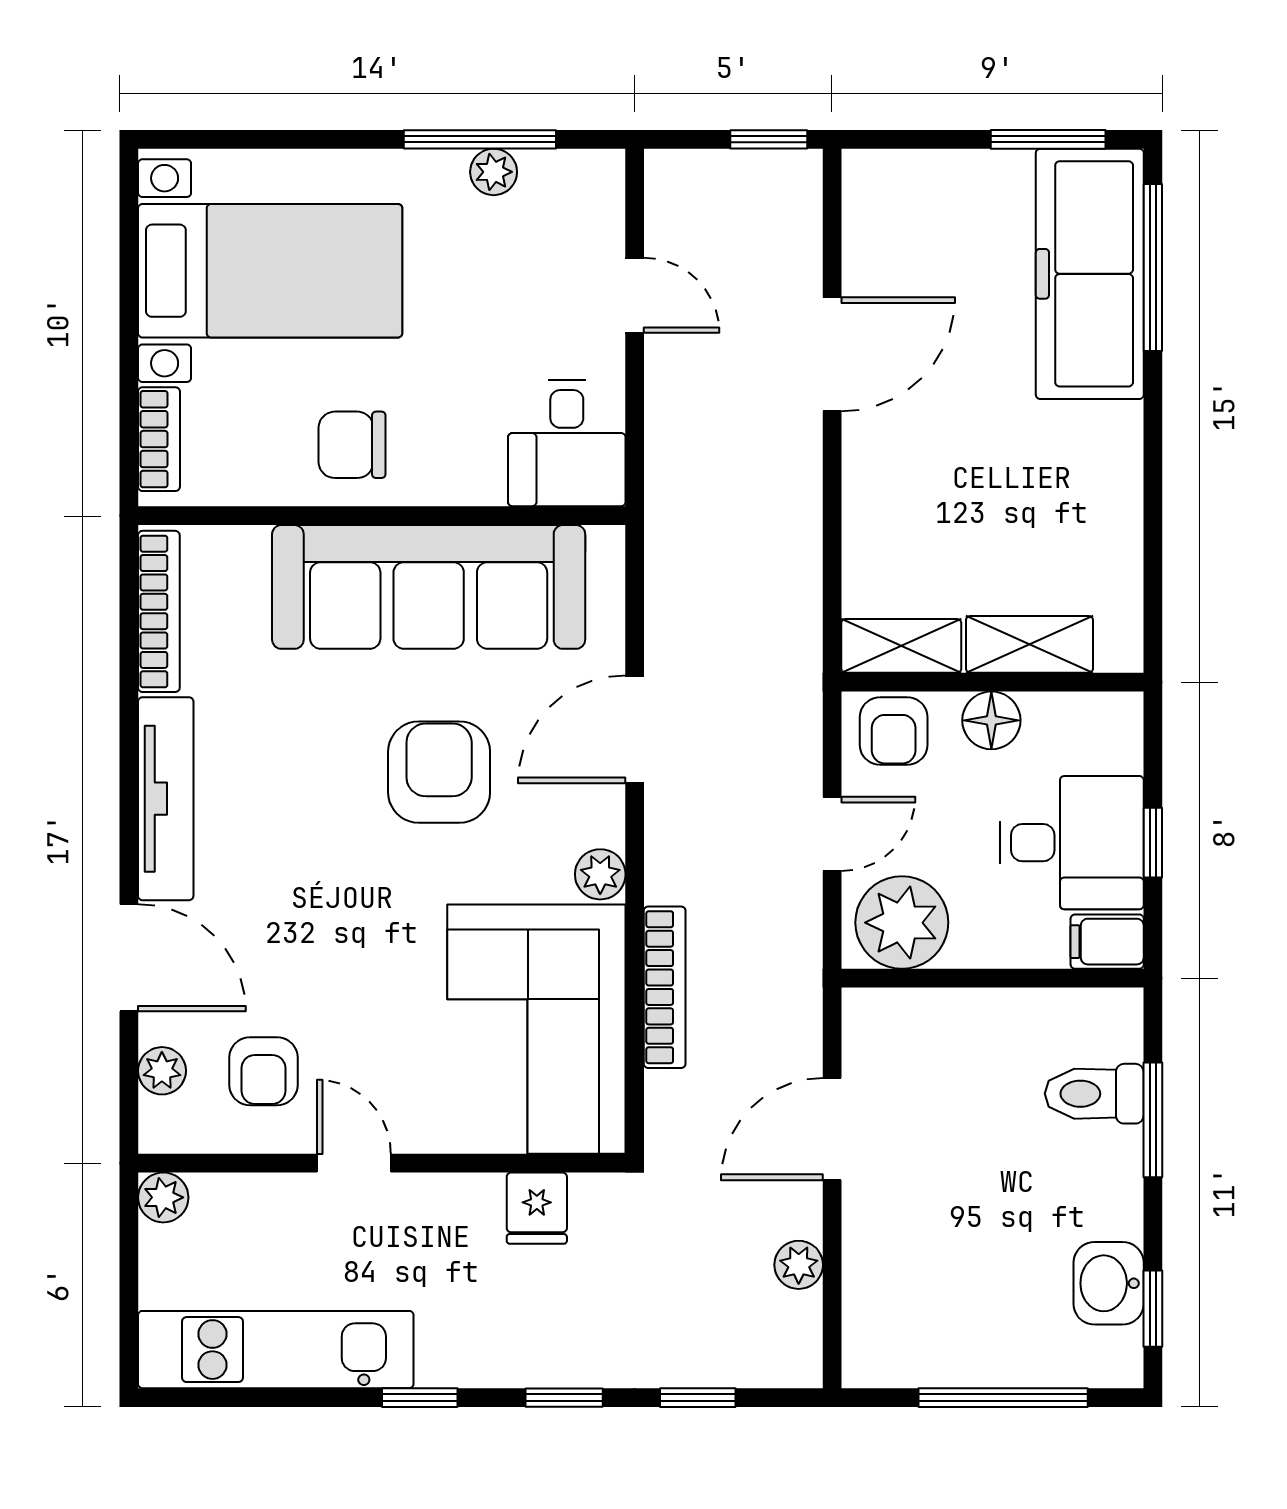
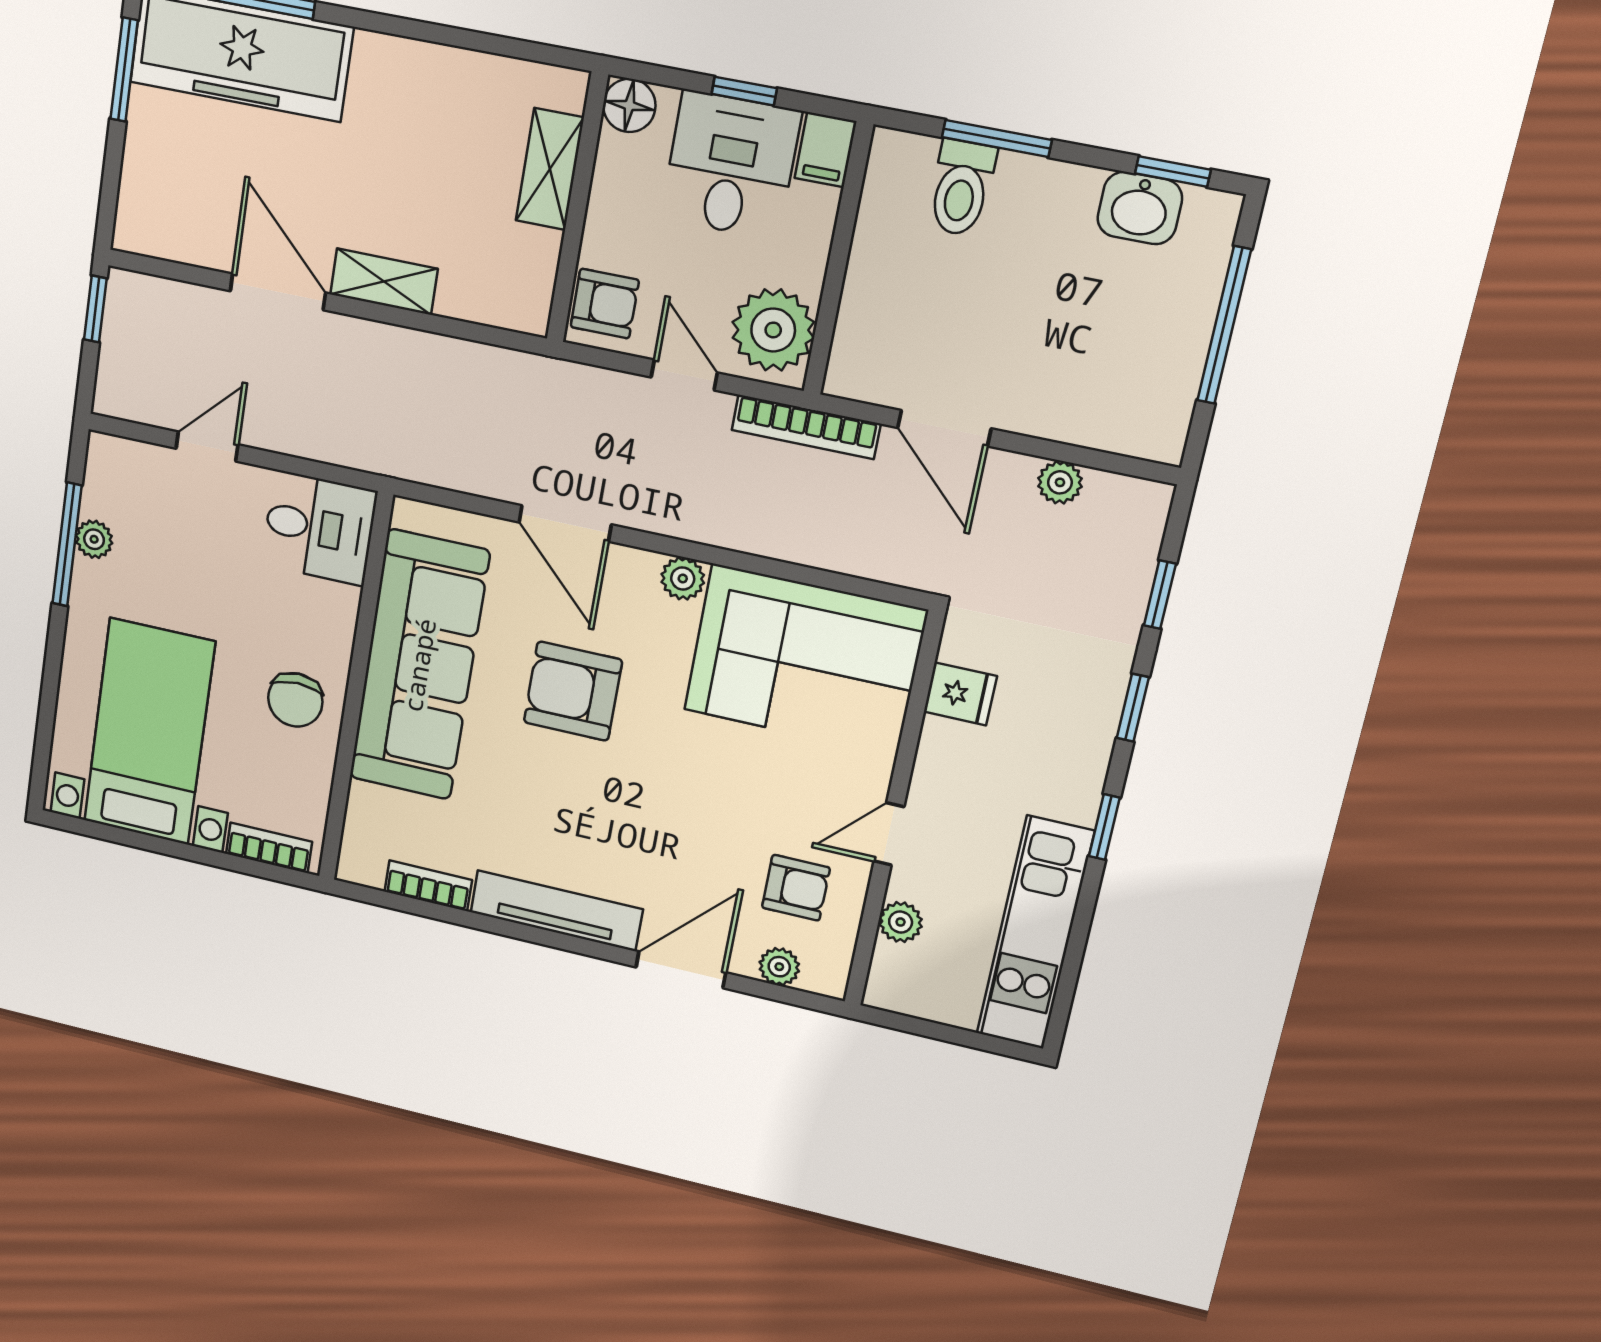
bookcase: (159, 611) -> (428, 886), width x0.64
shelving: (901, 646) -> (384, 282), moved, turned 90
floor lamp: (991, 720) -> (629, 105), moved
bookcase: (665, 987) -> (806, 427), moved, turned 180
plant: (163, 1197) -> (901, 922), moved

